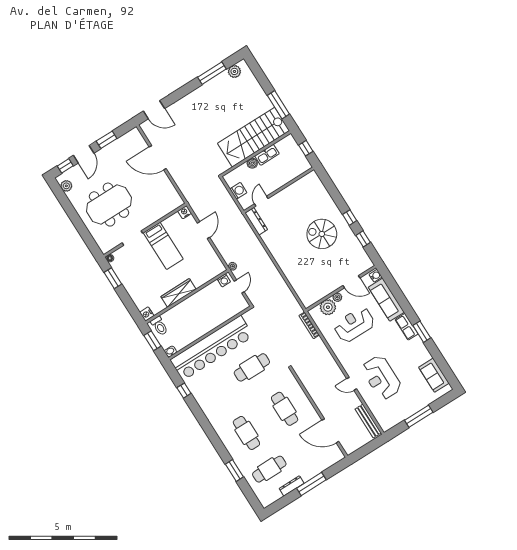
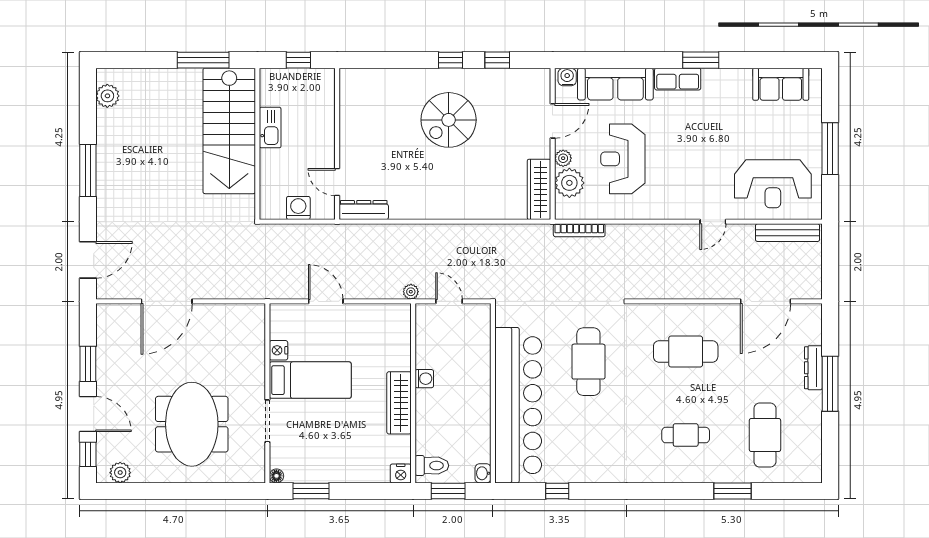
window: (212, 73) -> (88, 170), moved
boiler: (252, 163) -> (269, 159), removed
nightstand: (185, 212) -> (278, 350), moved
washing machine: (224, 280) -> (424, 379), moved
wardrobe: (316, 295) -> (539, 189), added
reception desk: (381, 378) -> (773, 184), moved
cafe table: (246, 433) -> (686, 435), width x0.73, depth x0.74
dresser: (292, 486) -> (813, 368), moved

